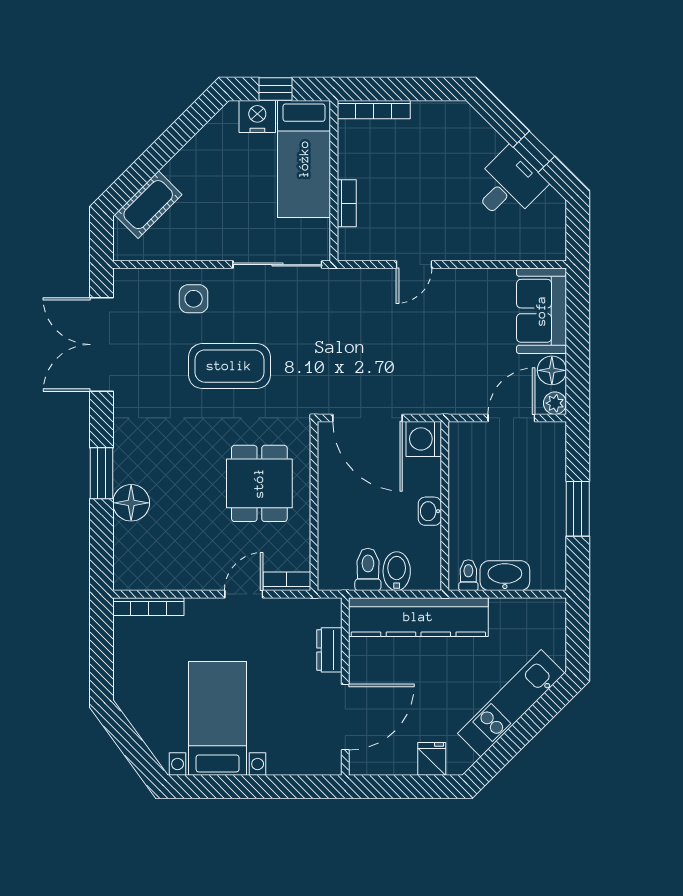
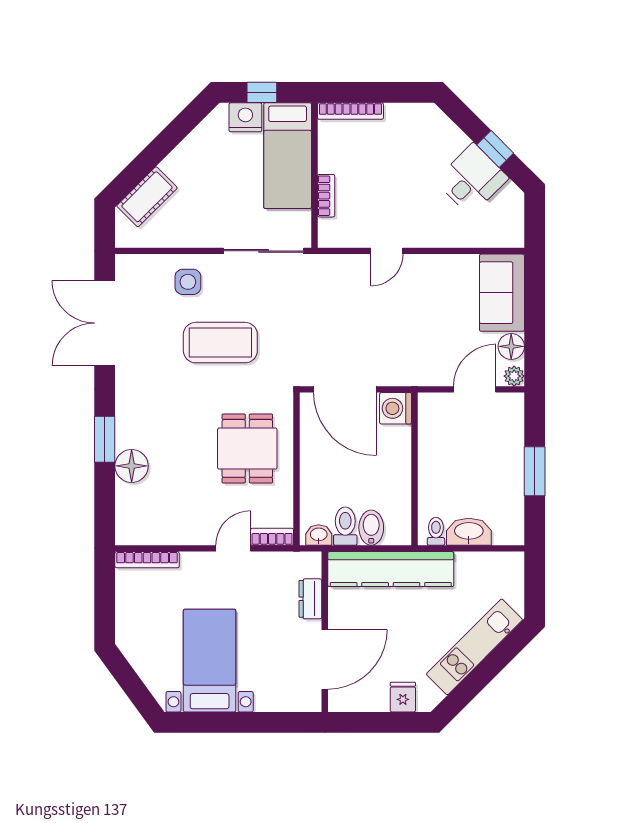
washbasin: (430, 511) -> (319, 535), moved, turned 90

